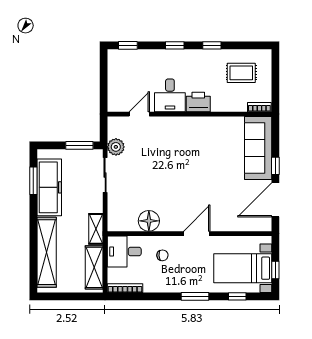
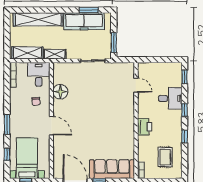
desk: (170, 95) -> (170, 98), moved, turned 180
plant: (116, 147) -> (113, 68), removed

